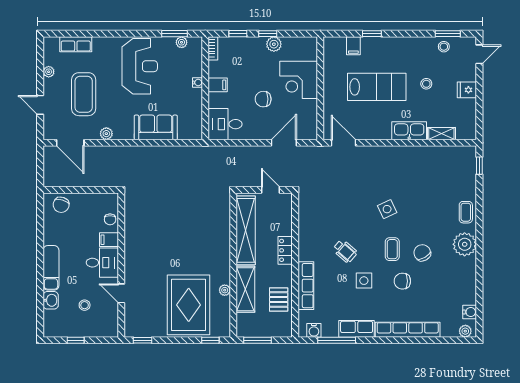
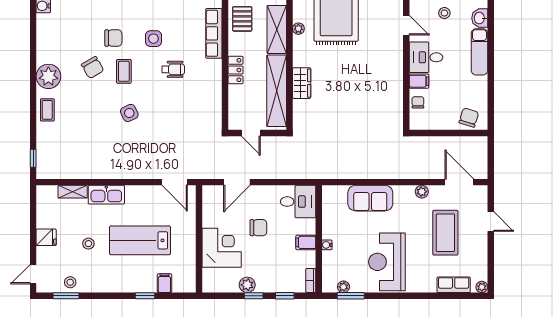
plant: (49, 72) -> (482, 287), moved
wardrobe: (222, 238) -> (302, 83), added
wheelchair: (345, 251) -> (173, 69), turned 139

